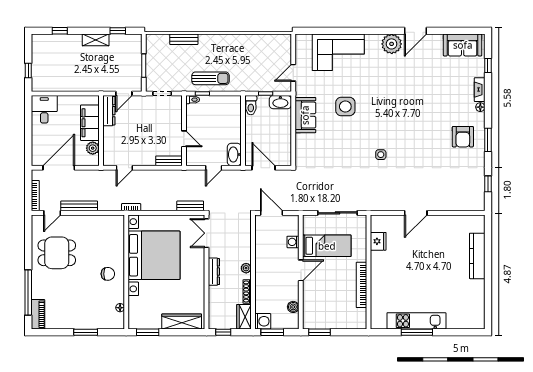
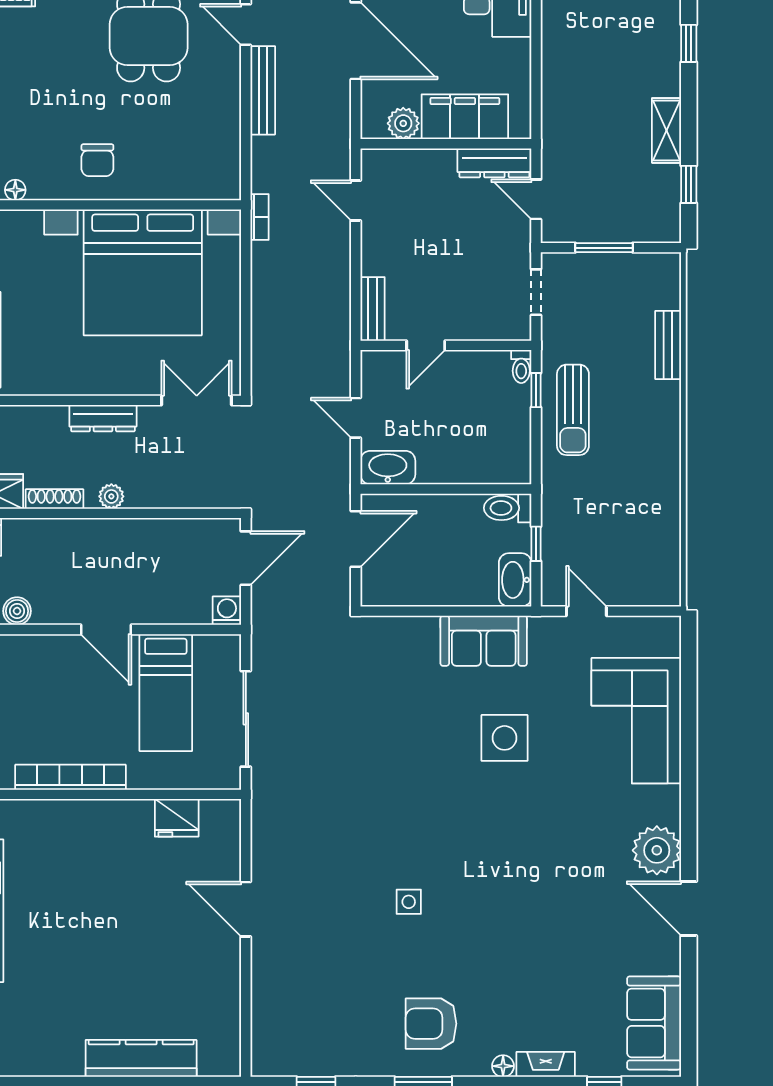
side table: (381, 155) -> (409, 902), moved
bench: (190, 206) -> (263, 360), removed
washing machine: (293, 242) -> (227, 611), moved

